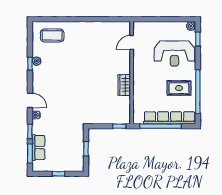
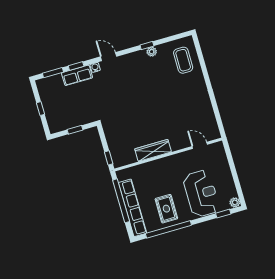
reception desk: (174, 53) -> (201, 193), turned 180
wardrobe: (124, 85) -> (153, 150), width x1.50
door: (30, 100) -> (109, 57), swing flipped
row of seats: (38, 148) -> (77, 75), moved

